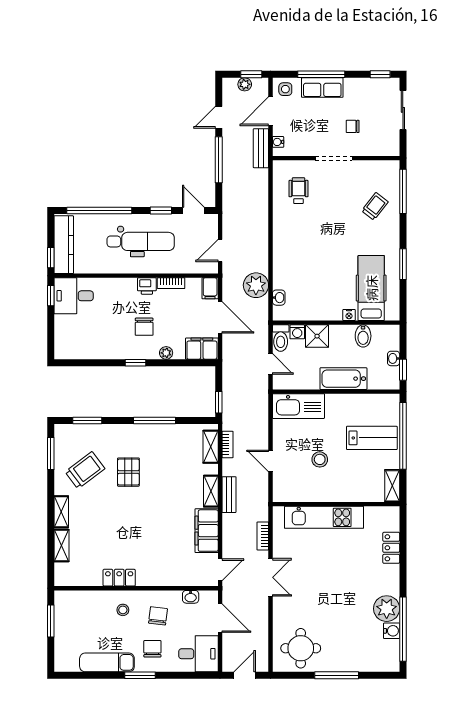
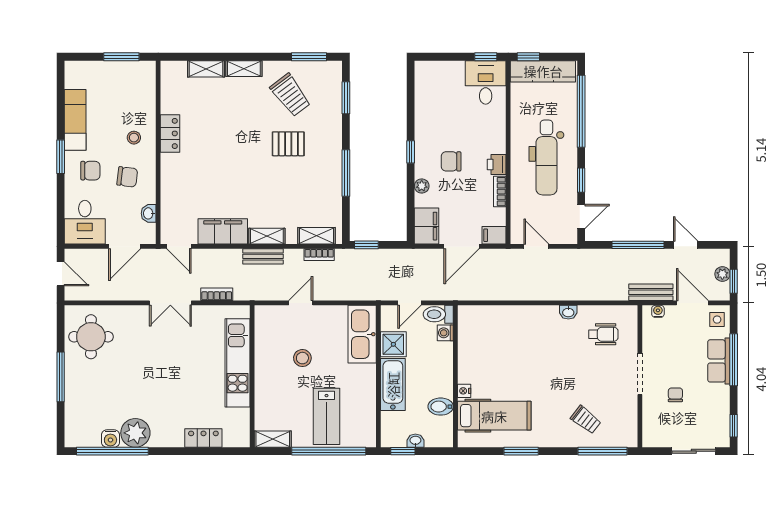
plant: (256, 285) -> (497, 287), removed
washbasin: (279, 298) -> (568, 312), moved
shower: (317, 336) -> (393, 344), moved

